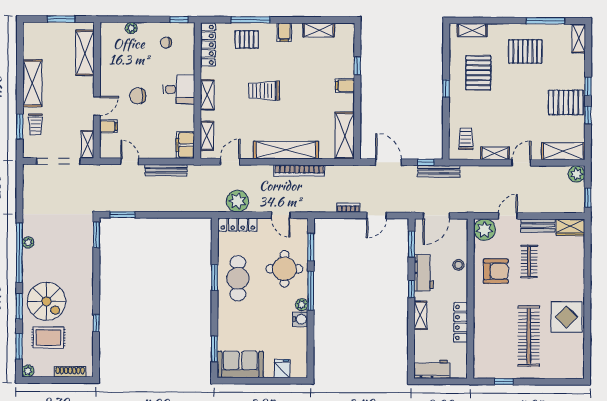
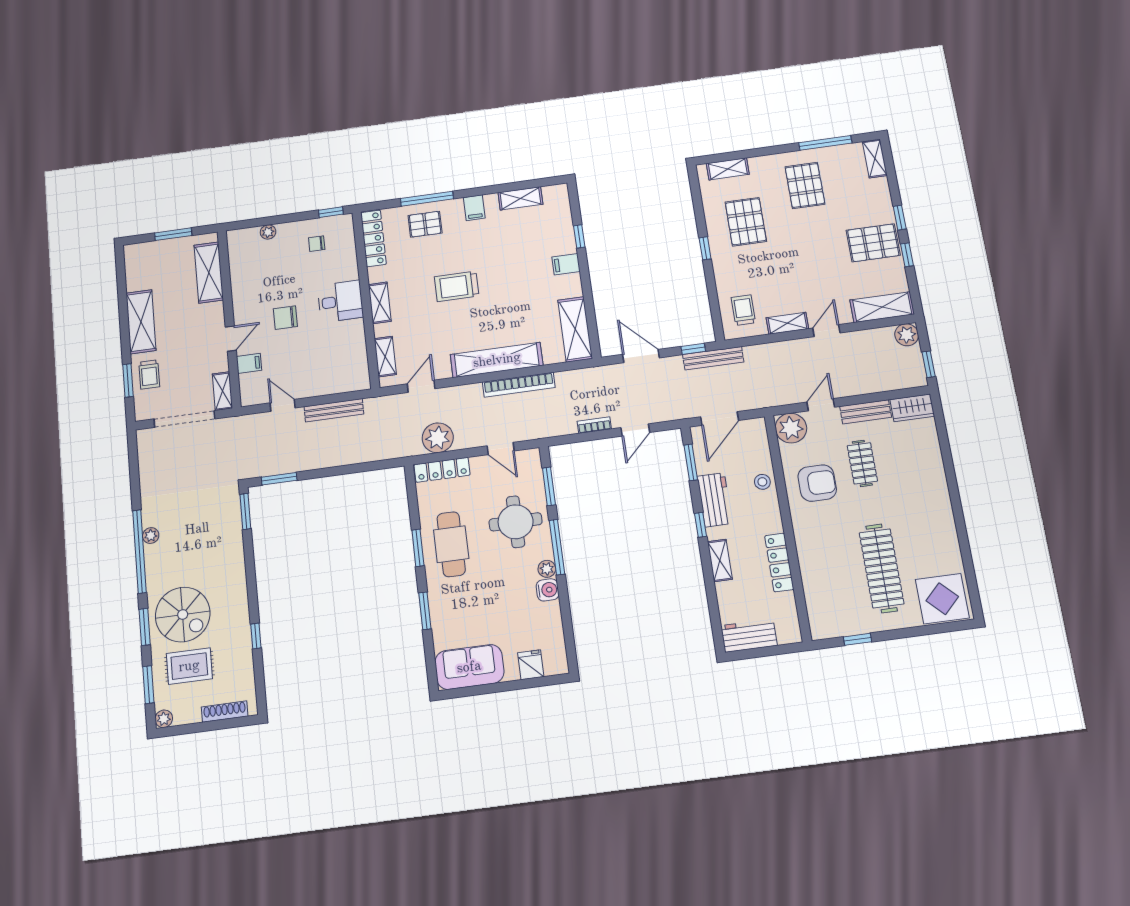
pallet: (525, 51) -> (805, 185), turned 90
filing cabinet: (185, 145) -> (357, 373), removed
display table: (566, 317) -> (942, 599), moved
window: (214, 349) -> (425, 611), moved

